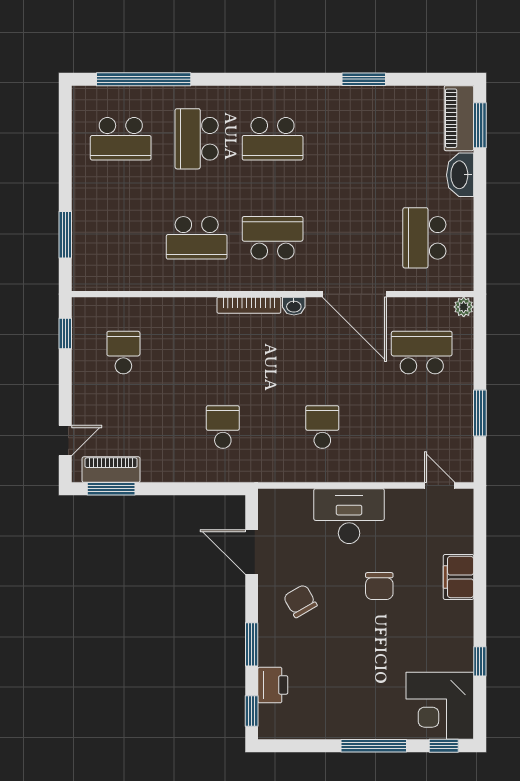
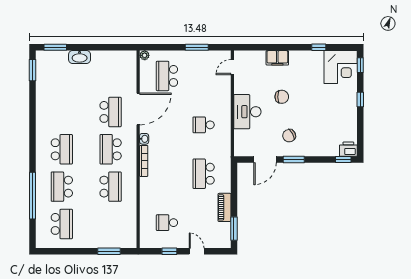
window: (144, 79) -> (33, 196), moved
window: (364, 79) -> (33, 70), moved
piano: (459, 118) -> (52, 58), removed
school desk: (197, 139) -> (62, 187), turned 90
school desk: (424, 238) -> (111, 112), moved, turned -90
window: (65, 334) -> (169, 251), moved
school desk: (223, 427) -> (204, 174), width x1.85
door: (65, 441) -> (197, 251), moved
piano: (111, 470) -> (225, 207), moved
window: (252, 644) -> (294, 160), moved
printer: (273, 685) -> (348, 149), moved
window: (374, 746) -> (360, 99), width x0.46

